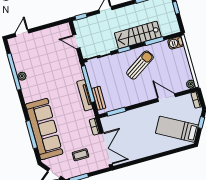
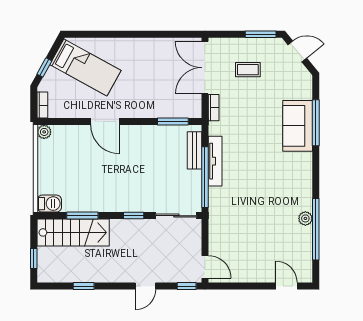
door: (22, 33) -> (287, 286), swing flipped
stairs: (138, 35) -> (73, 232), moved
door: (76, 42) -> (205, 267), moved
sun lounger: (140, 65) -> (115, 184), removed
door: (167, 98) -> (105, 122), moved
sofa: (44, 129) -> (298, 126), width x0.54, depth x0.79

